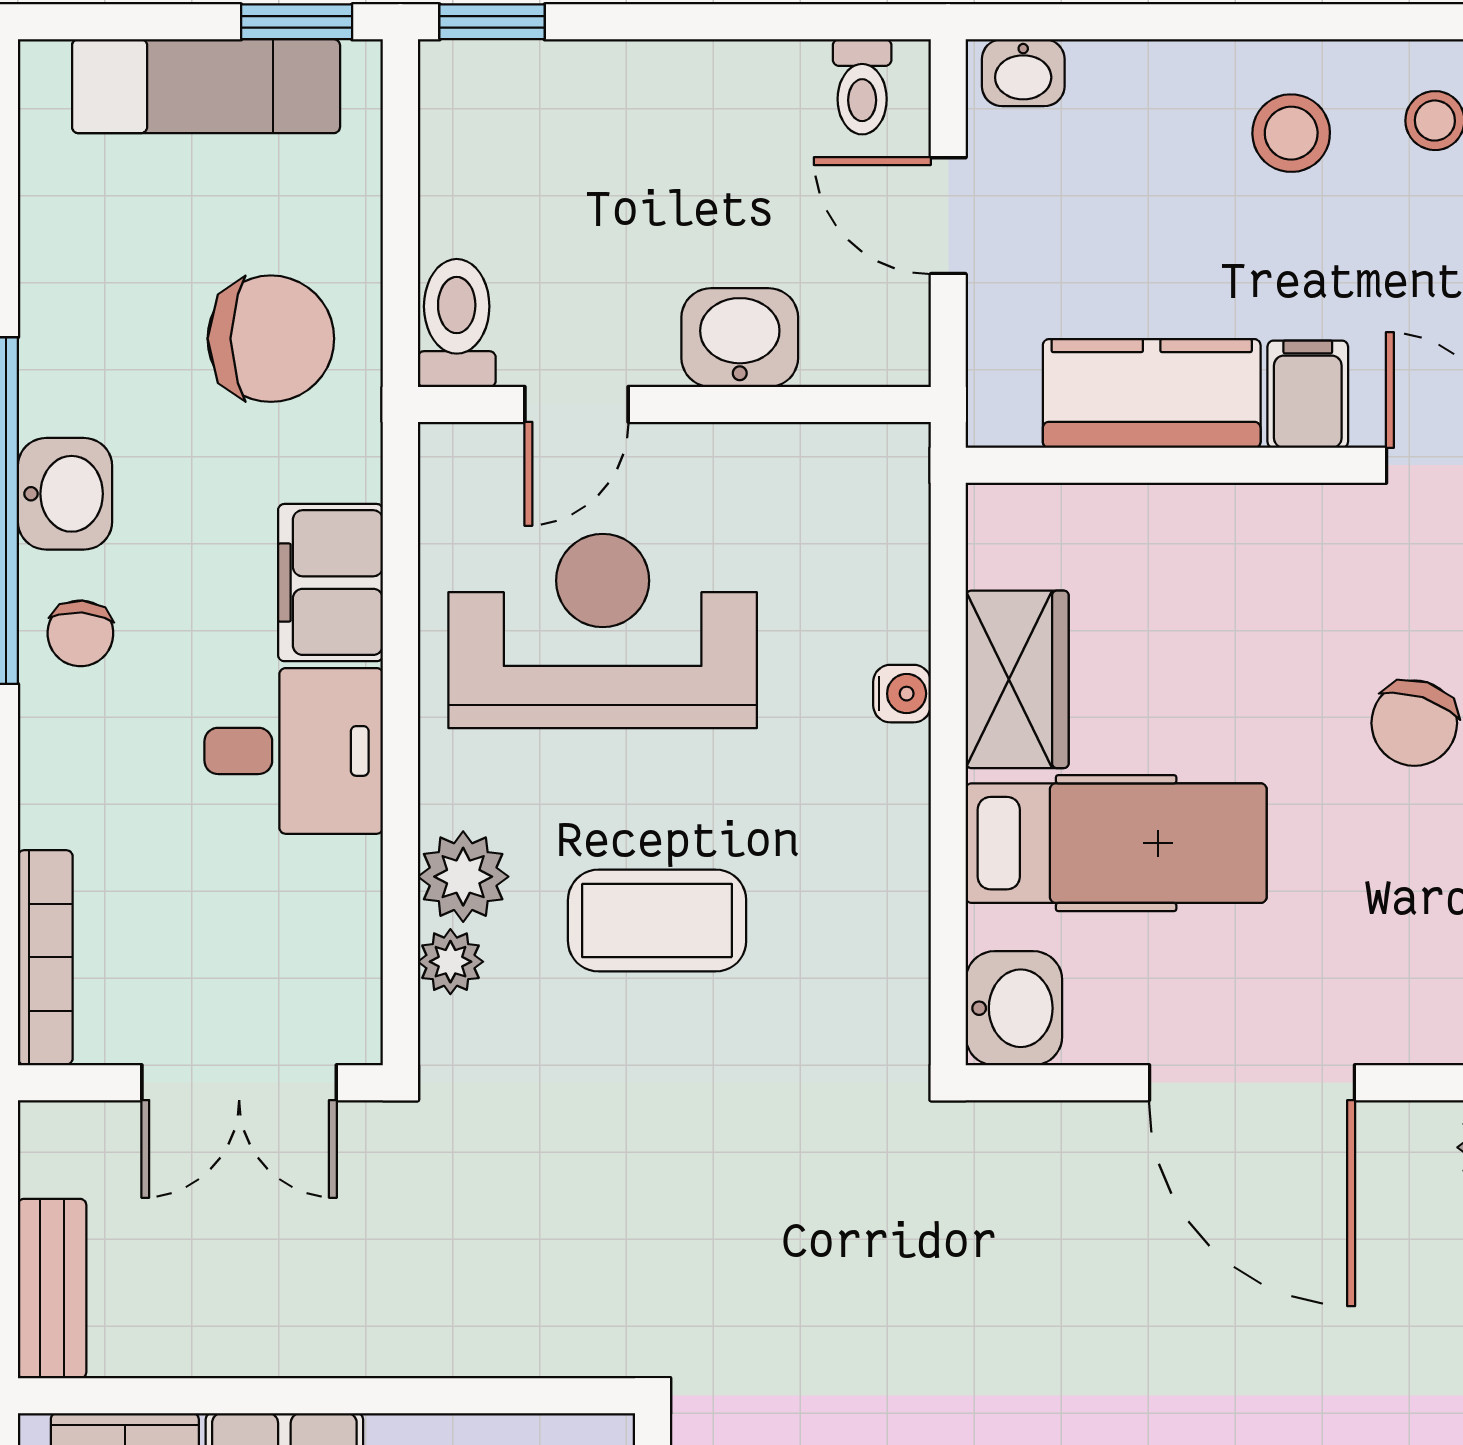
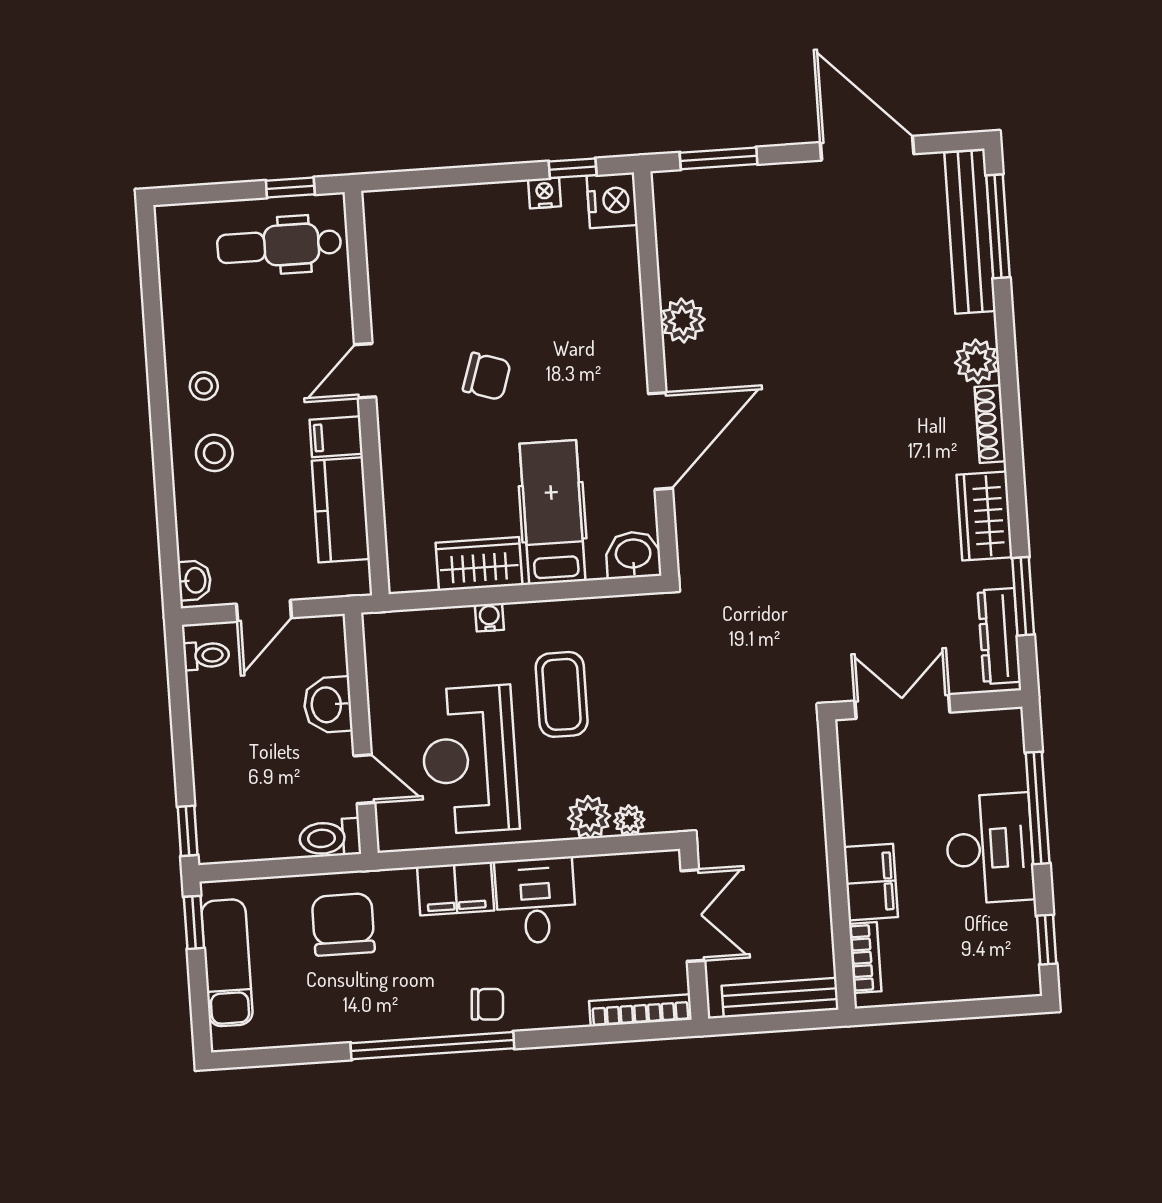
washbasin: (65, 494) -> (422, 1016), removed
coffee table: (657, 921) -> (562, 694), moved
bench: (52, 1289) -> (780, 998), width x1.36

